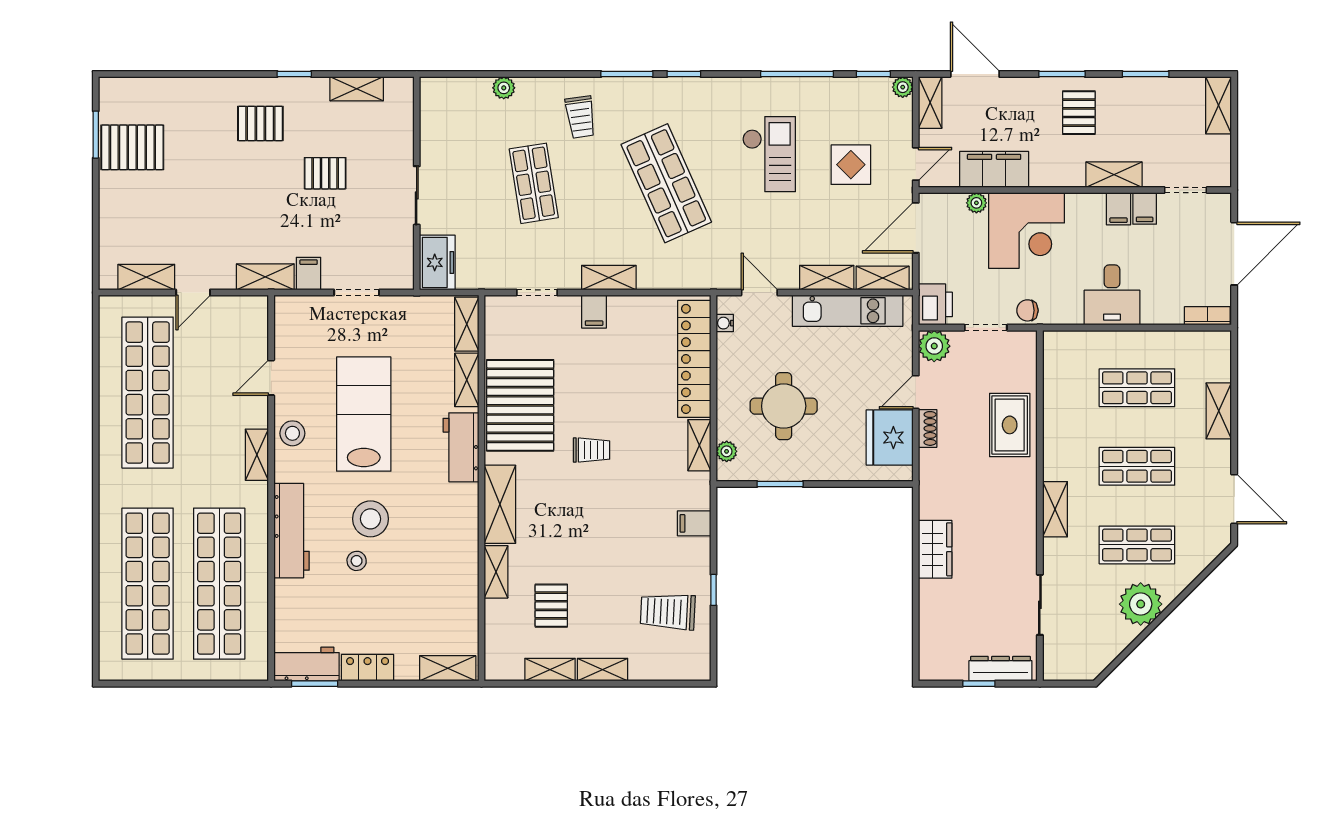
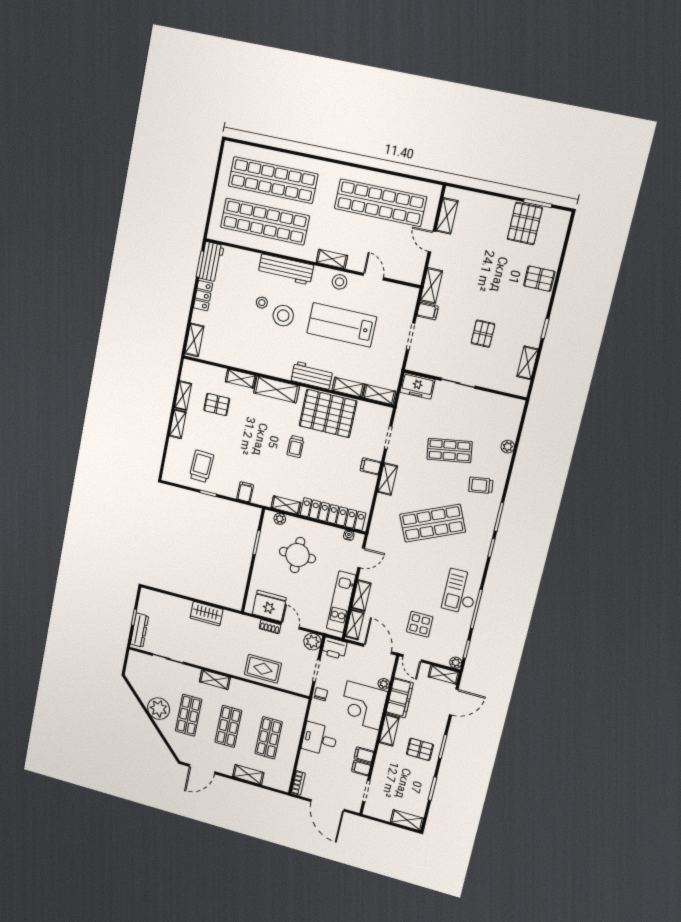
pallet: (260, 123) -> (539, 279), moved, turned 90
checkout: (769, 154) -> (460, 592), moved, turned 90
shelving: (1114, 175) -> (389, 730), moved
lab bench: (364, 414) -> (342, 325), turned 180

